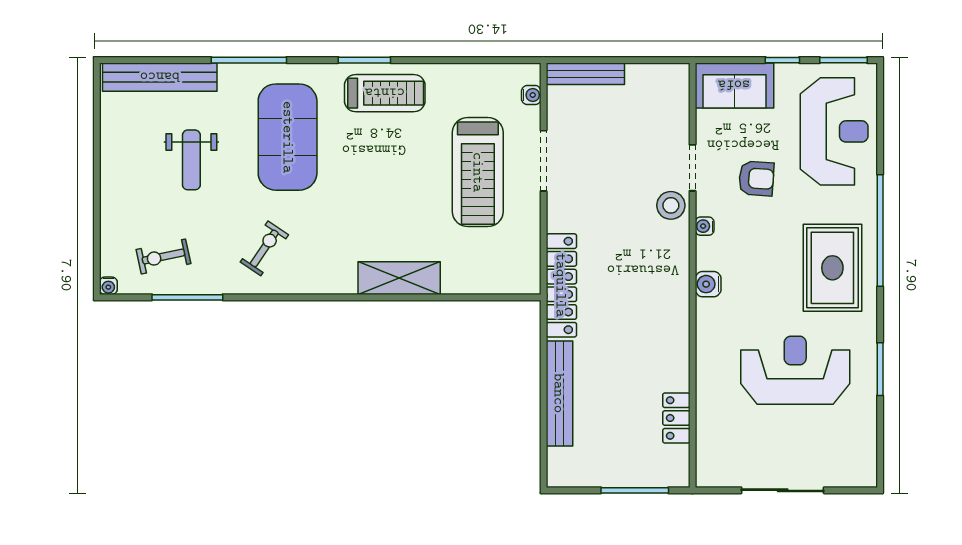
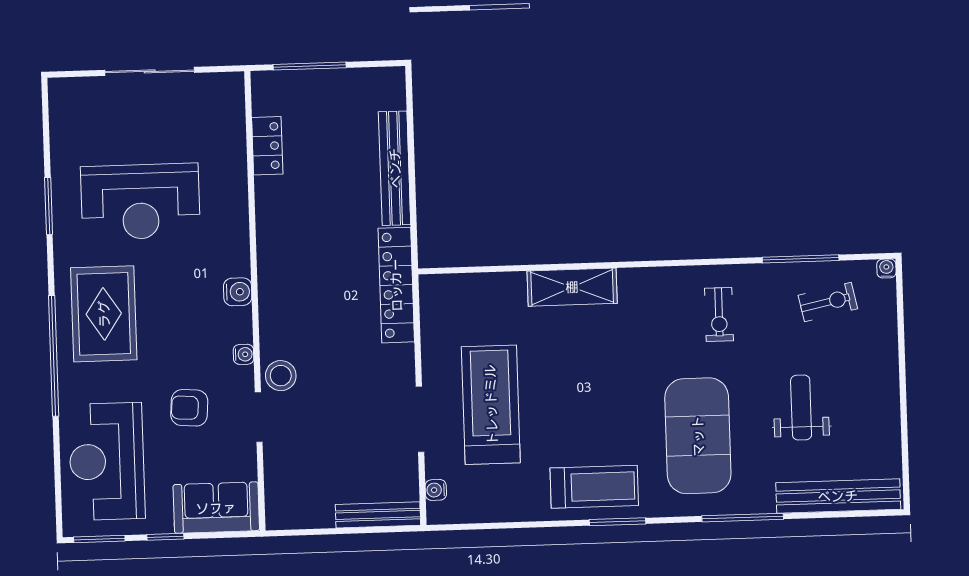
treadmill: (385, 93) -> (594, 487), turned 180
exercise bike: (264, 248) -> (719, 314), turned -34

